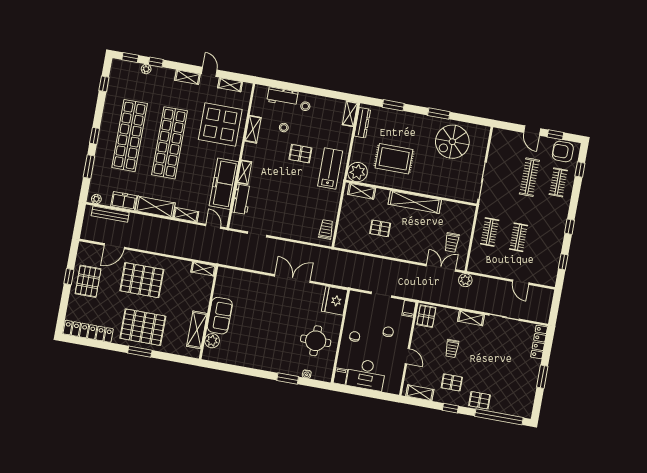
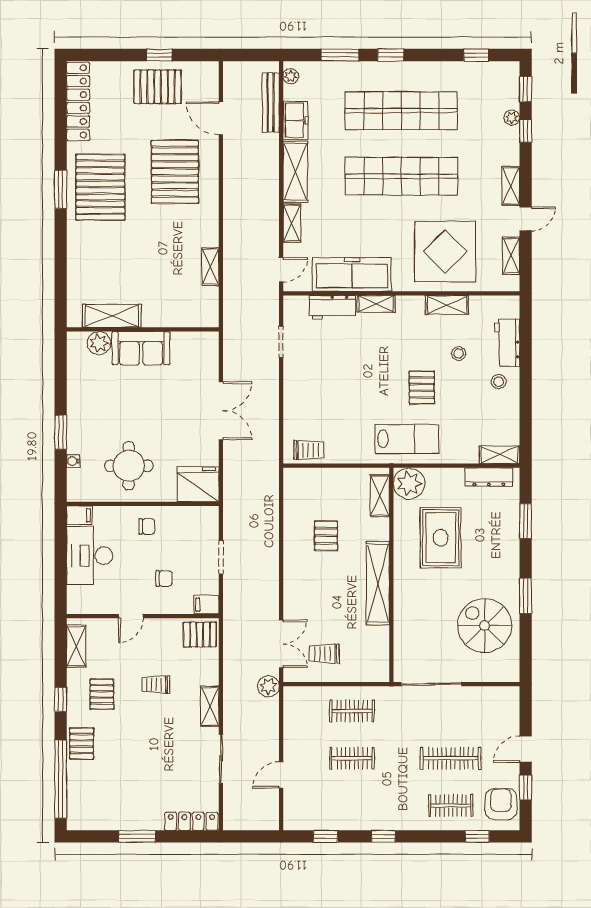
wall: (209, 312) -> (143, 329), moved
sofa: (220, 316) -> (141, 348), moved
shelving: (197, 330) -> (112, 316), moved
plant: (212, 341) -> (99, 343), moved

